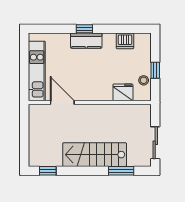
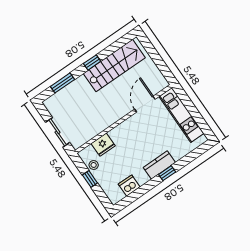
door: (62, 102) -> (145, 104), swing flipped
sliding door: (155, 143) -> (58, 132), moved
stairs: (95, 155) -> (114, 66), moved
window: (48, 171) -> (92, 62), moved

